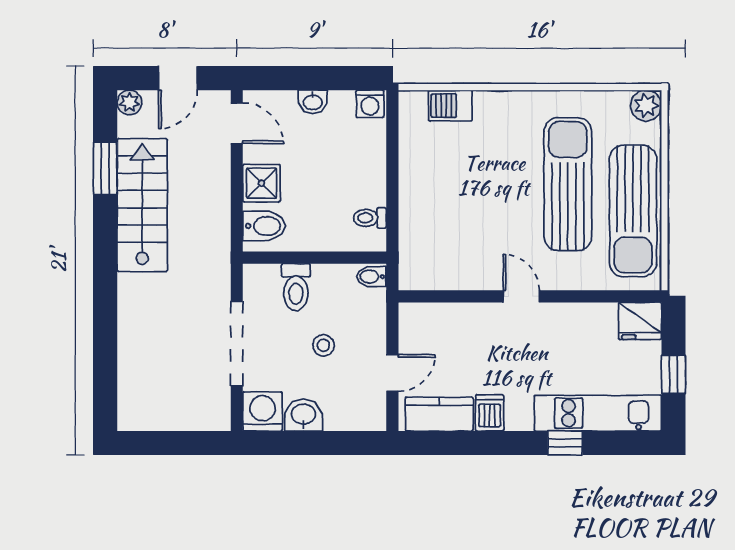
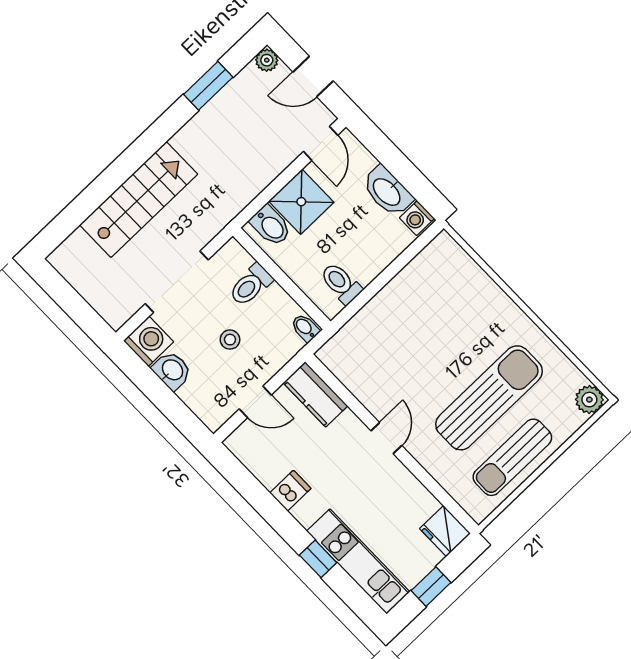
washbasin: (313, 102) -> (387, 191), width x1.91, depth x1.45
barbecue: (450, 106) -> (466, 272), removed
shower: (262, 183) -> (301, 202), width x1.36, depth x1.36
stairs: (142, 205) -> (139, 200), moved
sun lounger: (633, 211) -> (512, 457), width x0.73, depth x0.75
toilet: (370, 218) -> (341, 283), width x1.37, depth x1.39
kitchen counter: (439, 414) -> (316, 394), moved, turned 180

